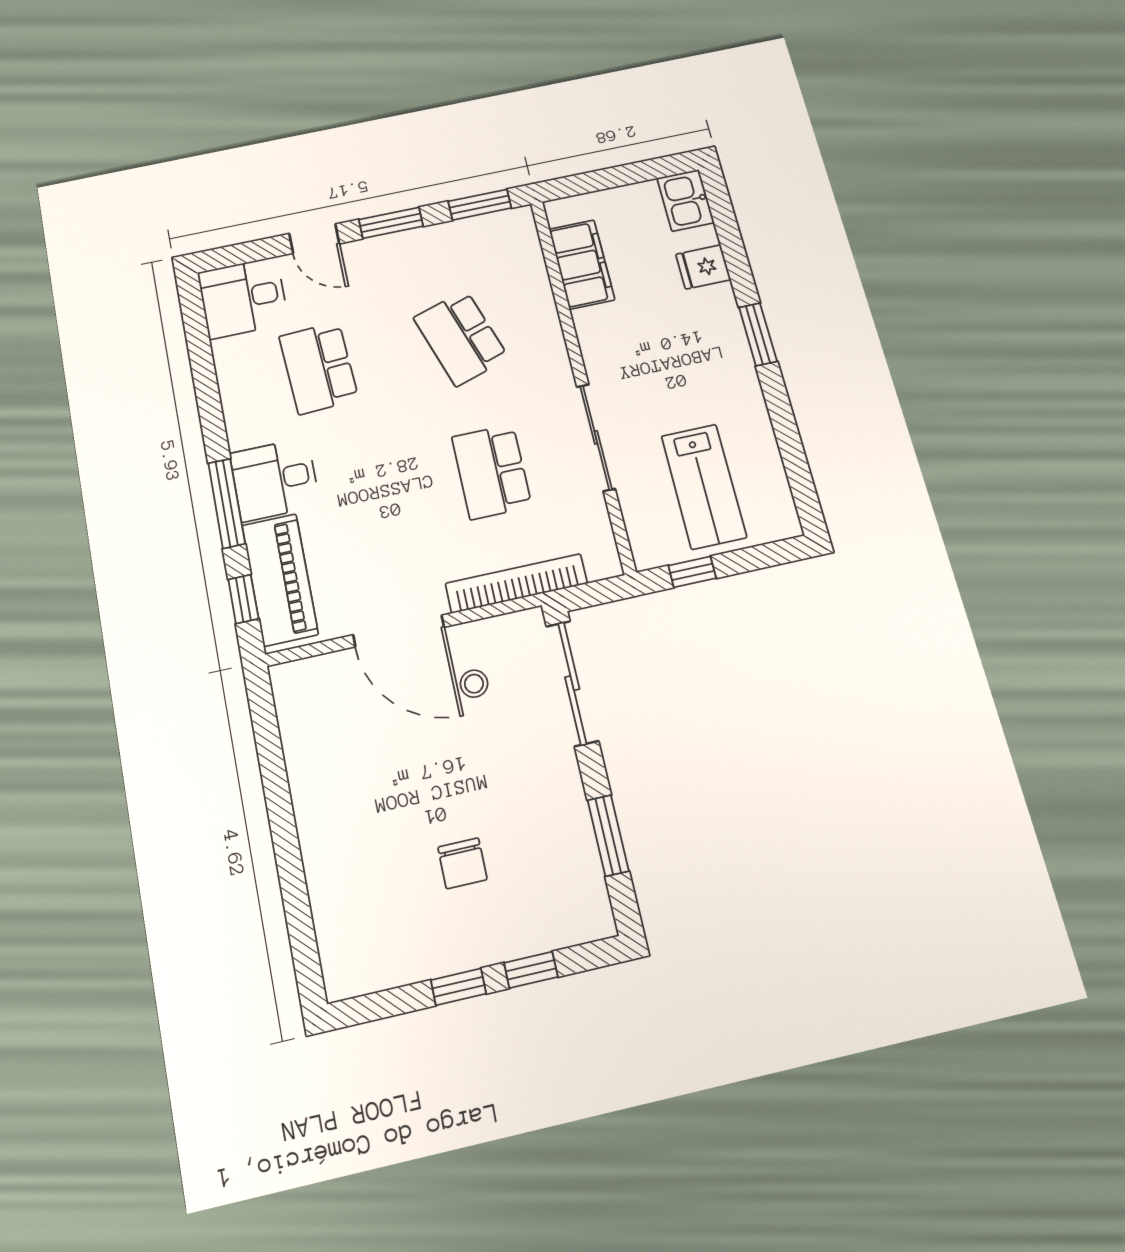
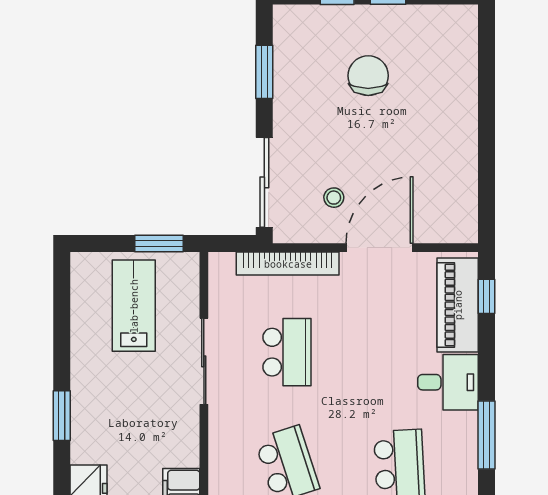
window: (227, 503) -> (487, 435), moved
window: (692, 572) -> (159, 243), width x1.50
door: (399, 631) -> (379, 248), hinge flipped
chair: (462, 863) -> (368, 76), width x1.37, depth x1.37

